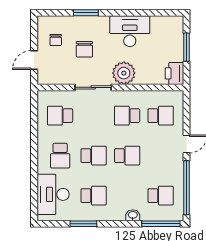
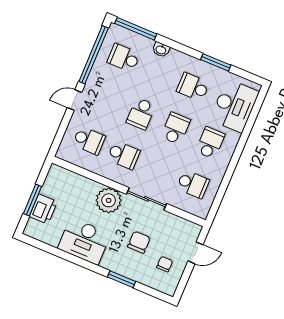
printer: (174, 73) -> (43, 209), moved
school desk: (161, 116) -> (89, 141), turned 180
school desk: (94, 156) -> (176, 128), turned 90
school desk: (127, 156) -> (141, 114), turned -90

